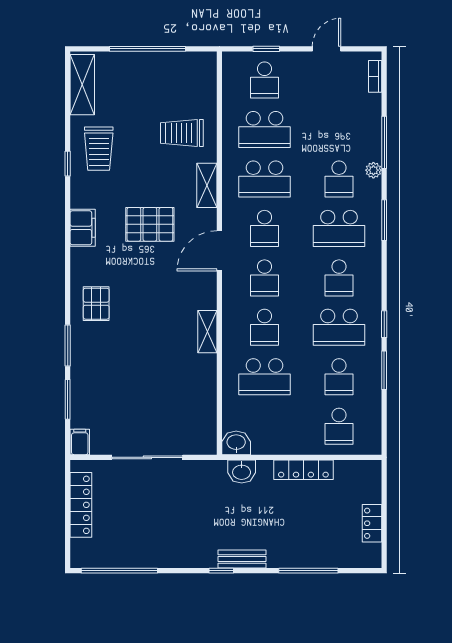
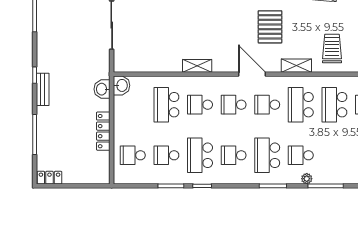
locker: (372, 523) -> (49, 178), moved

